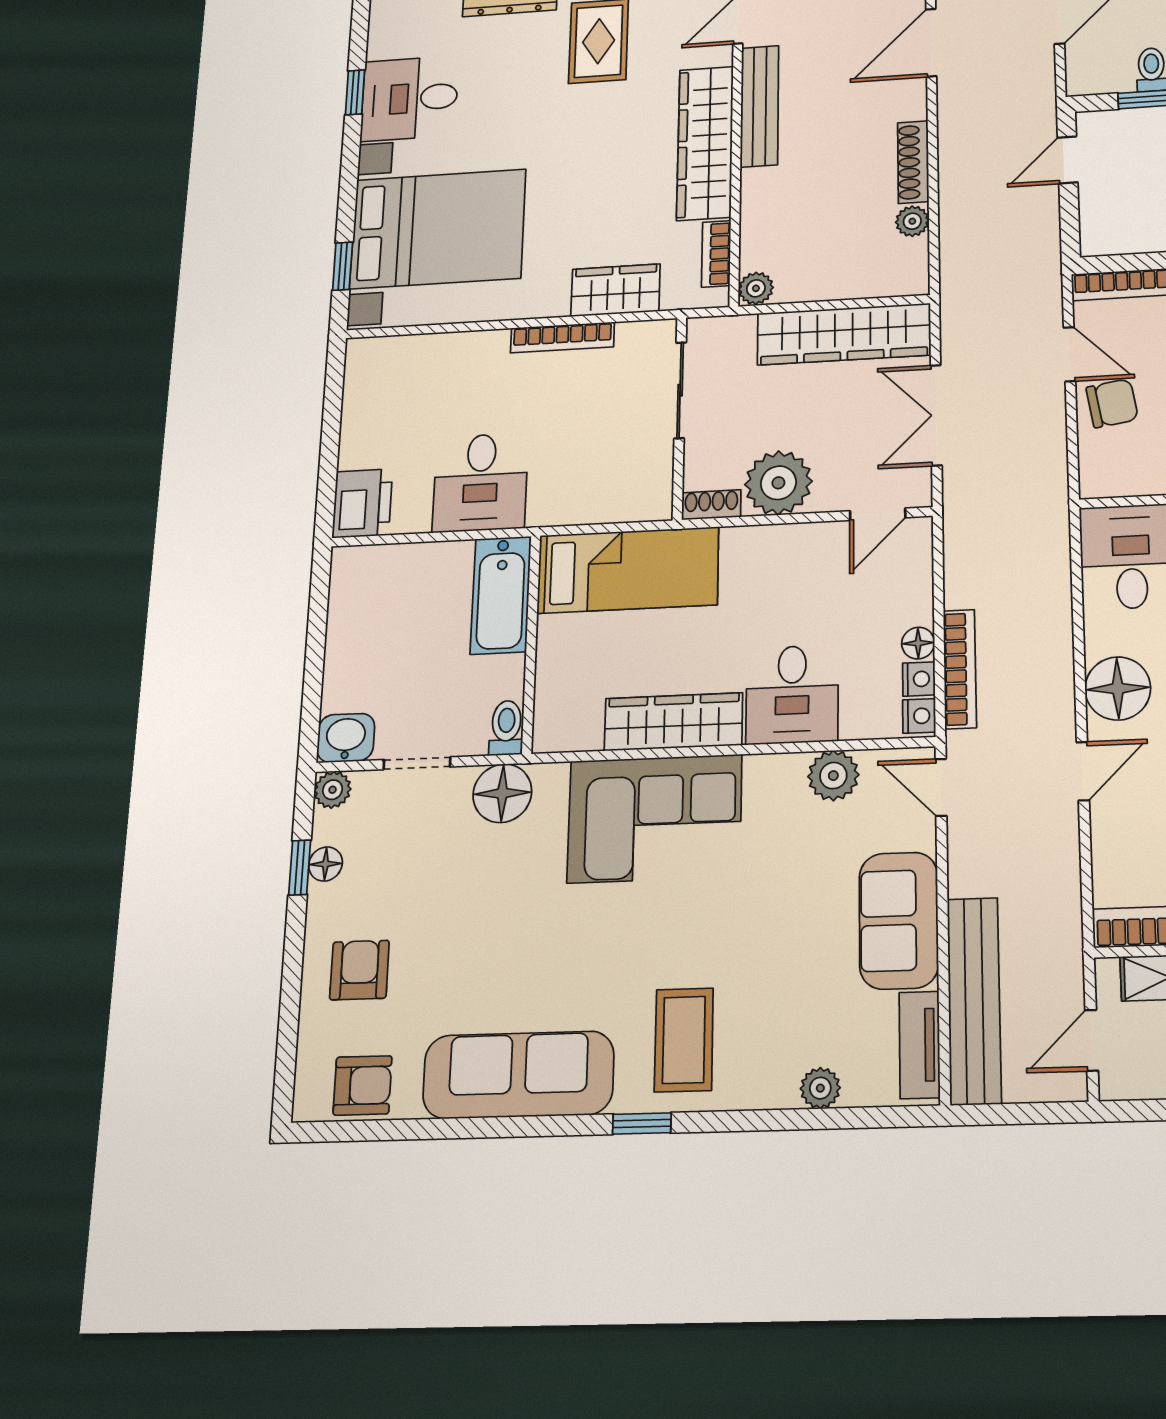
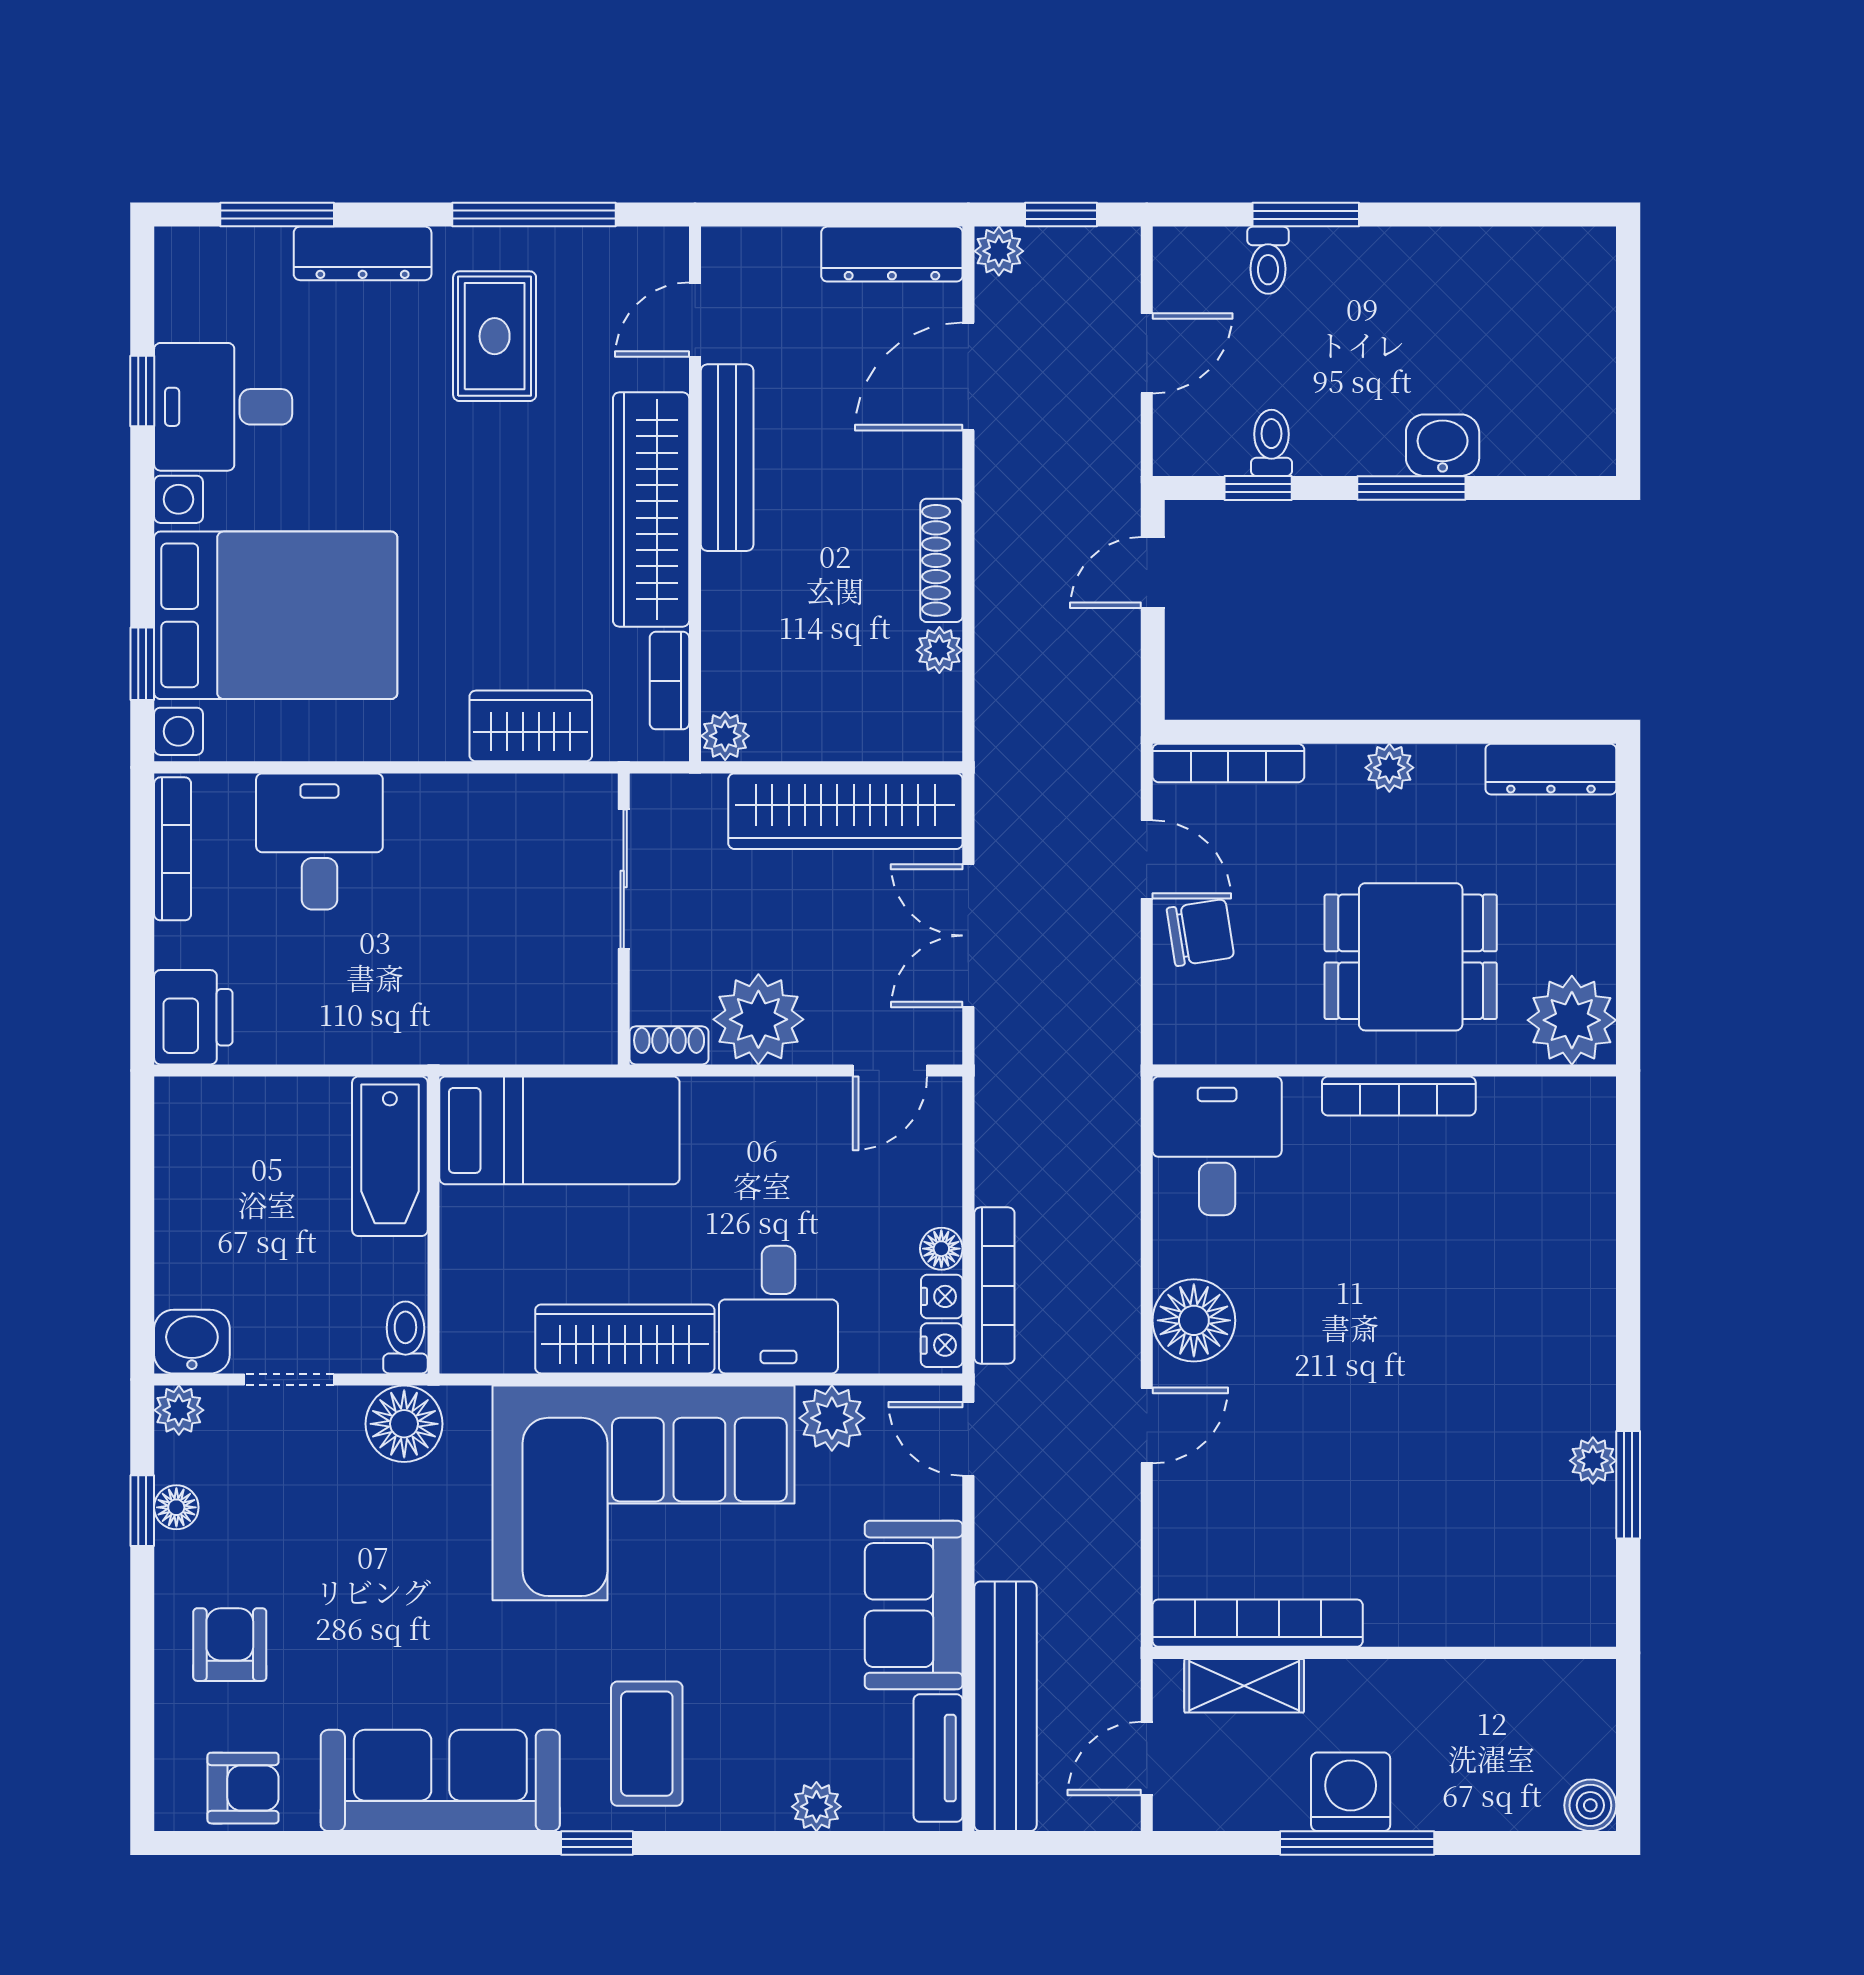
bookcase: (562, 337) -> (173, 849), moved, turned -90
desk: (480, 482) -> (319, 841), moved, turned 180
corner sofa: (655, 818) -> (643, 1493), width x1.36, depth x1.36

